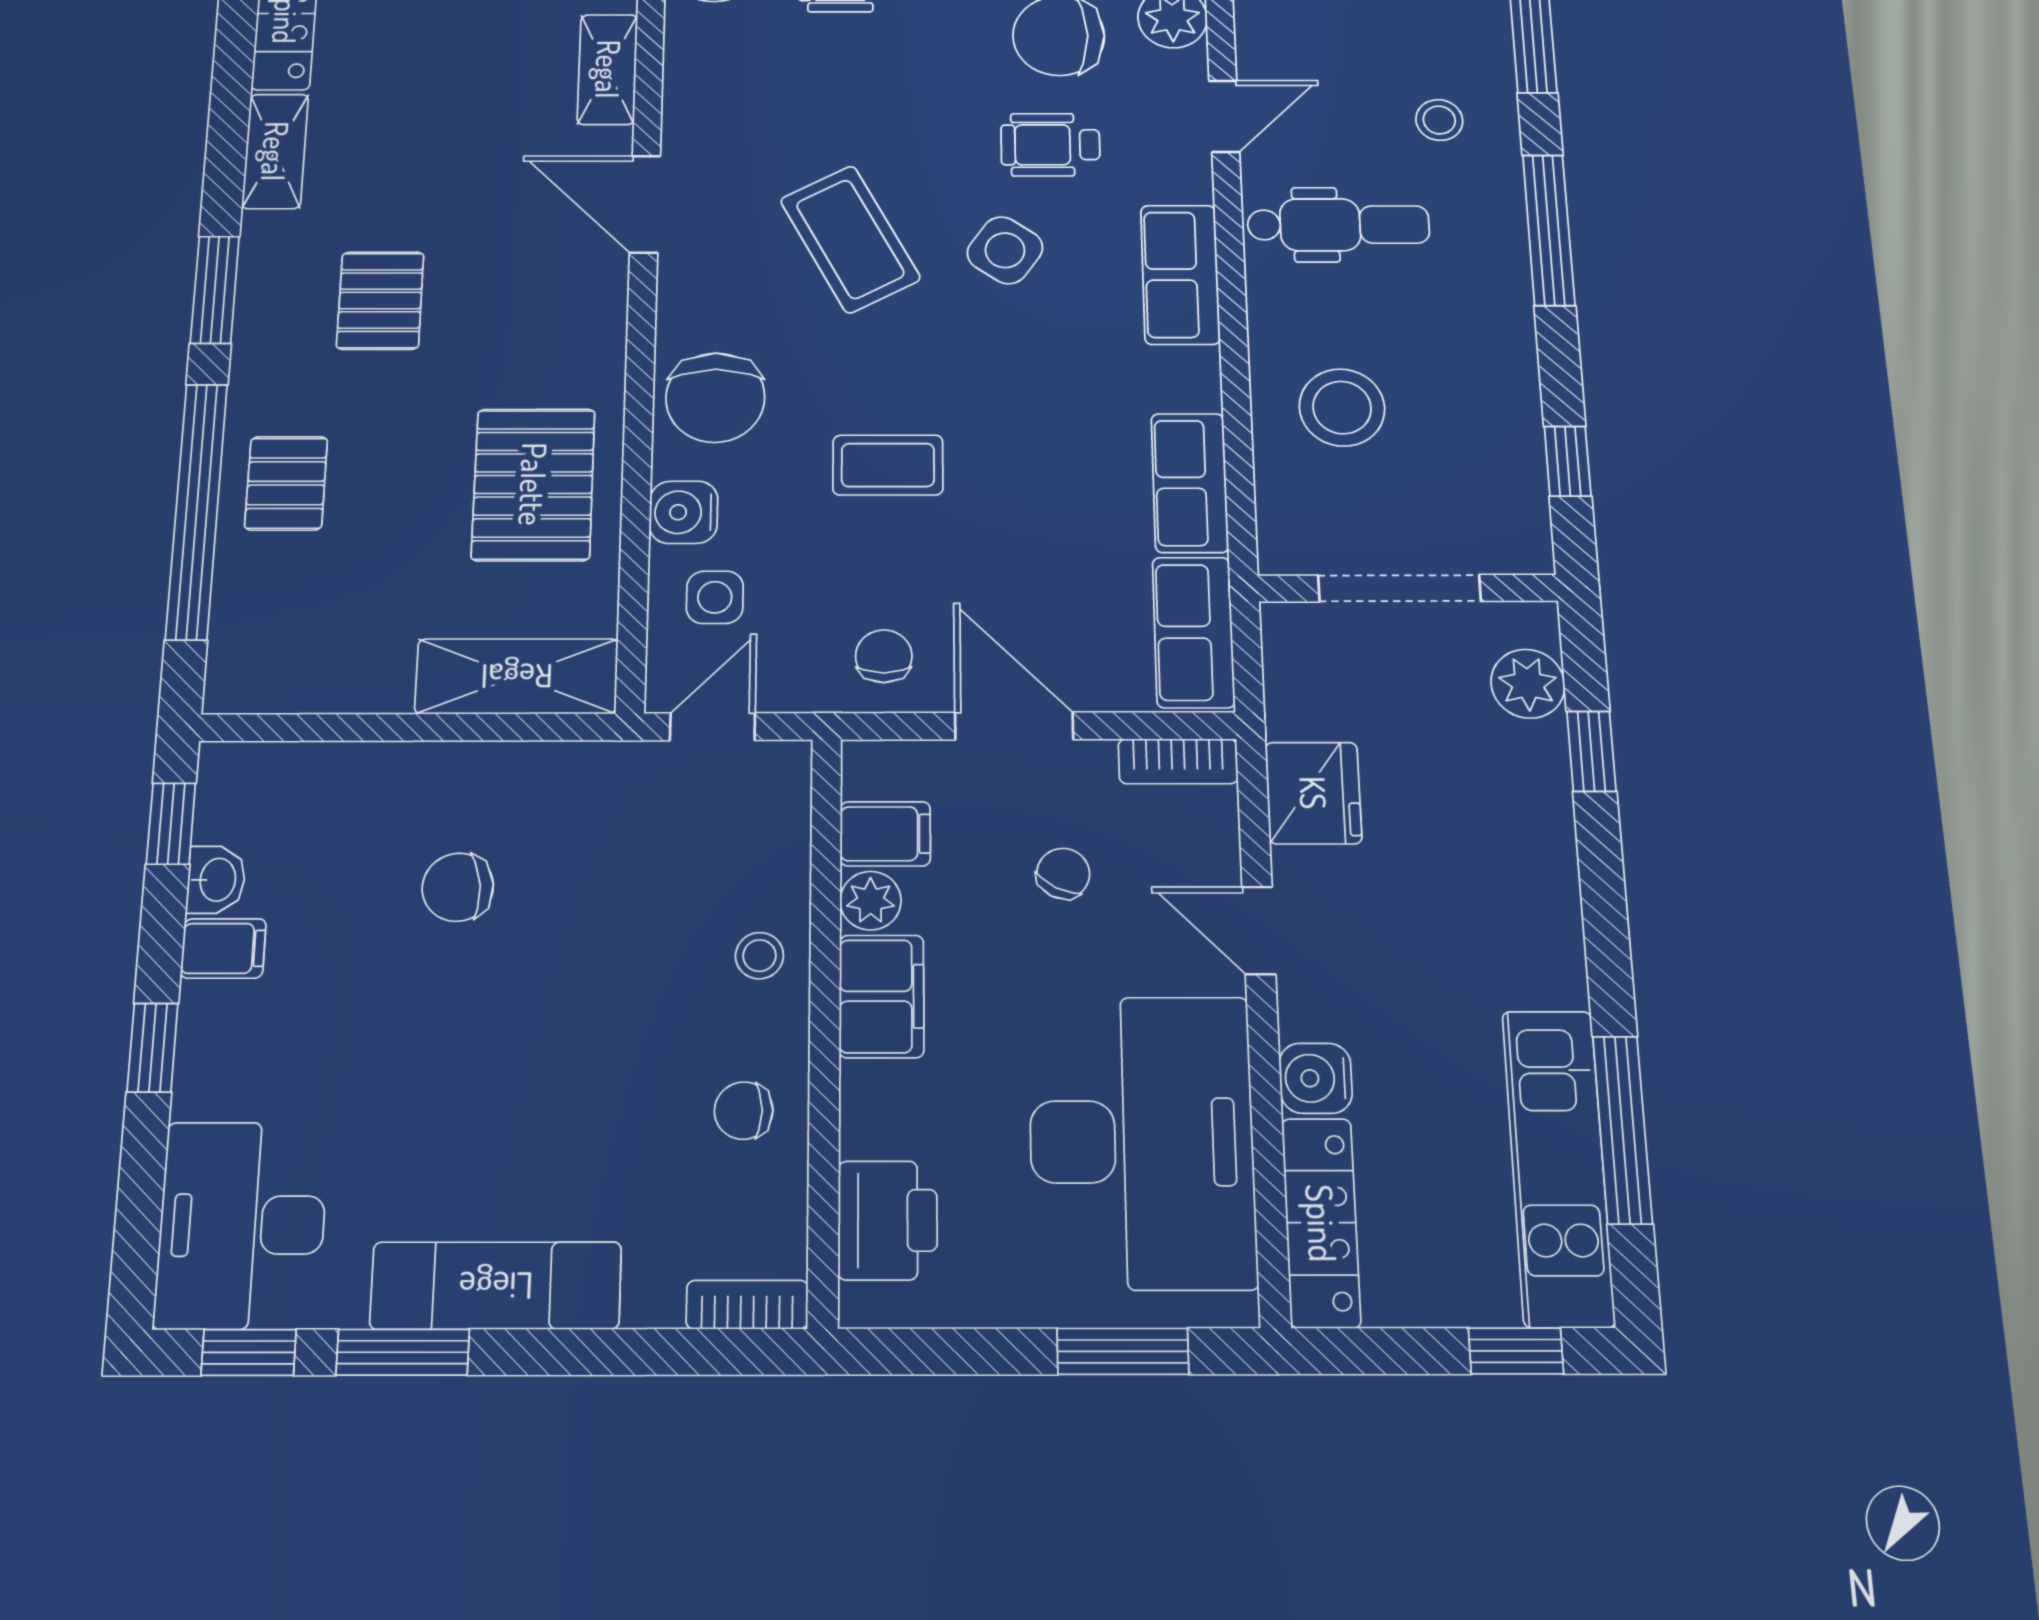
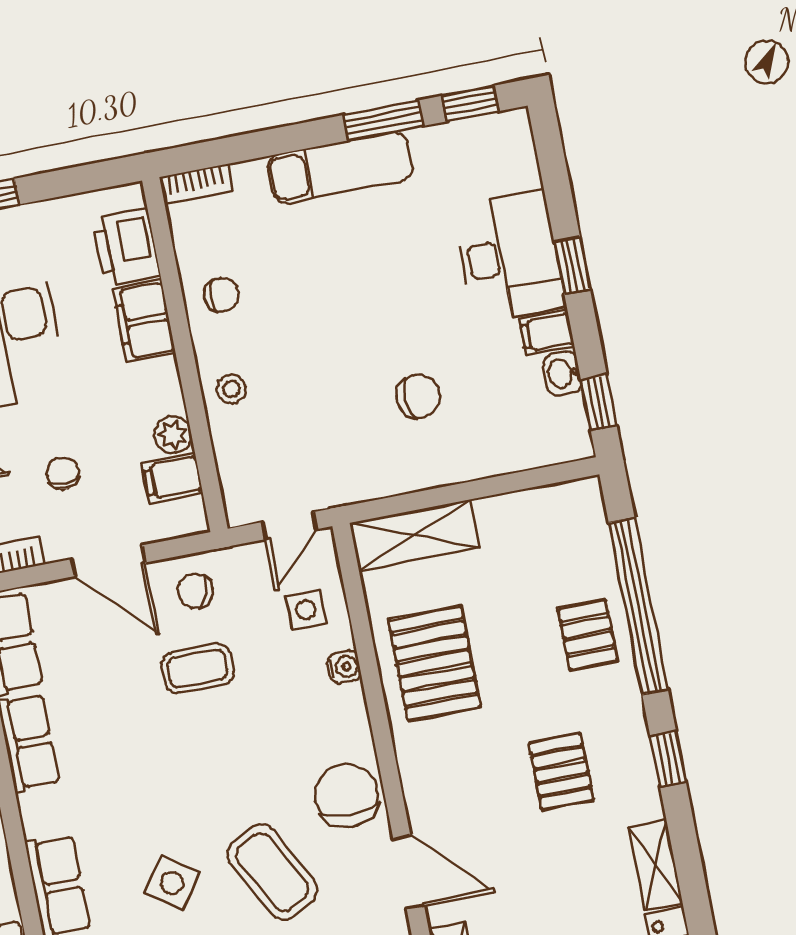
window: (215, 290) -> (668, 759), width x0.67
chair: (715, 398) -> (346, 796), moved
coffee table: (888, 465) -> (198, 669), moved
water cooler: (684, 512) -> (344, 667), width x0.72, depth x0.72
chair: (884, 656) -> (195, 591), turned 110
chair: (1063, 874) -> (62, 473), turned 153
filing cabinet: (882, 996) -> (144, 321), moved
desk: (242, 1225) -> (509, 256), moved

